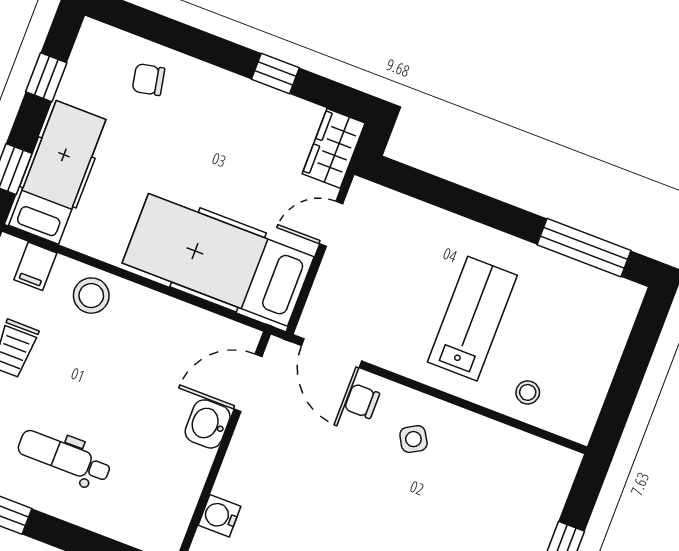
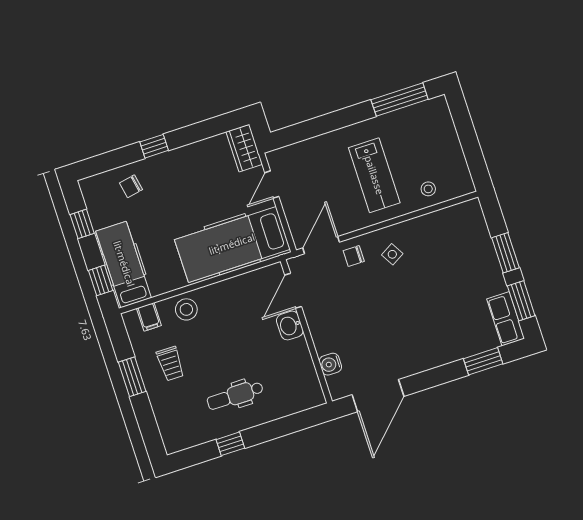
window: (275, 73) -> (154, 146), moved
lab bench: (472, 319) -> (374, 175), turned 180
door: (332, 353) -> (321, 245), swing flipped

